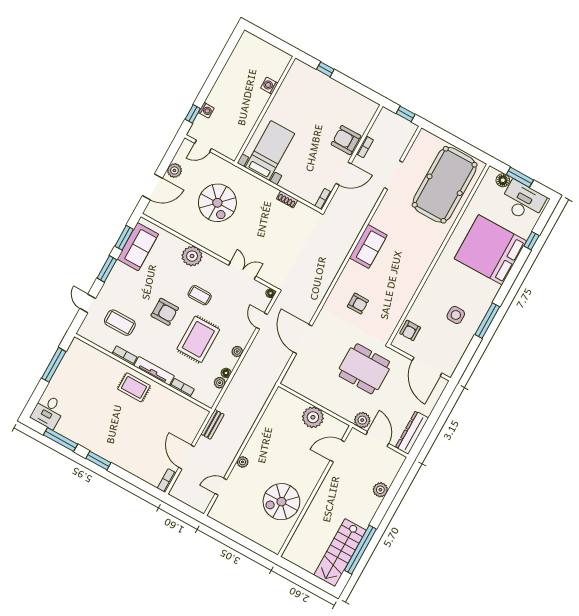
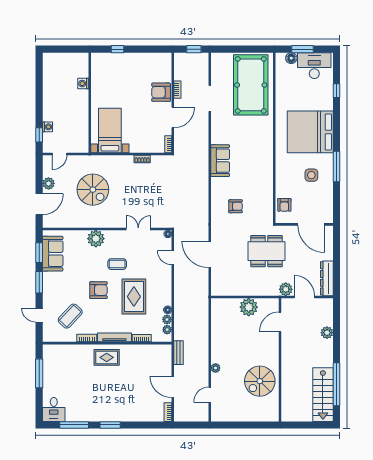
bed: (490, 250) -> (310, 132), moved
coffee table: (120, 323) -> (70, 316), turned -47
plant: (237, 351) -> (167, 330), moved

